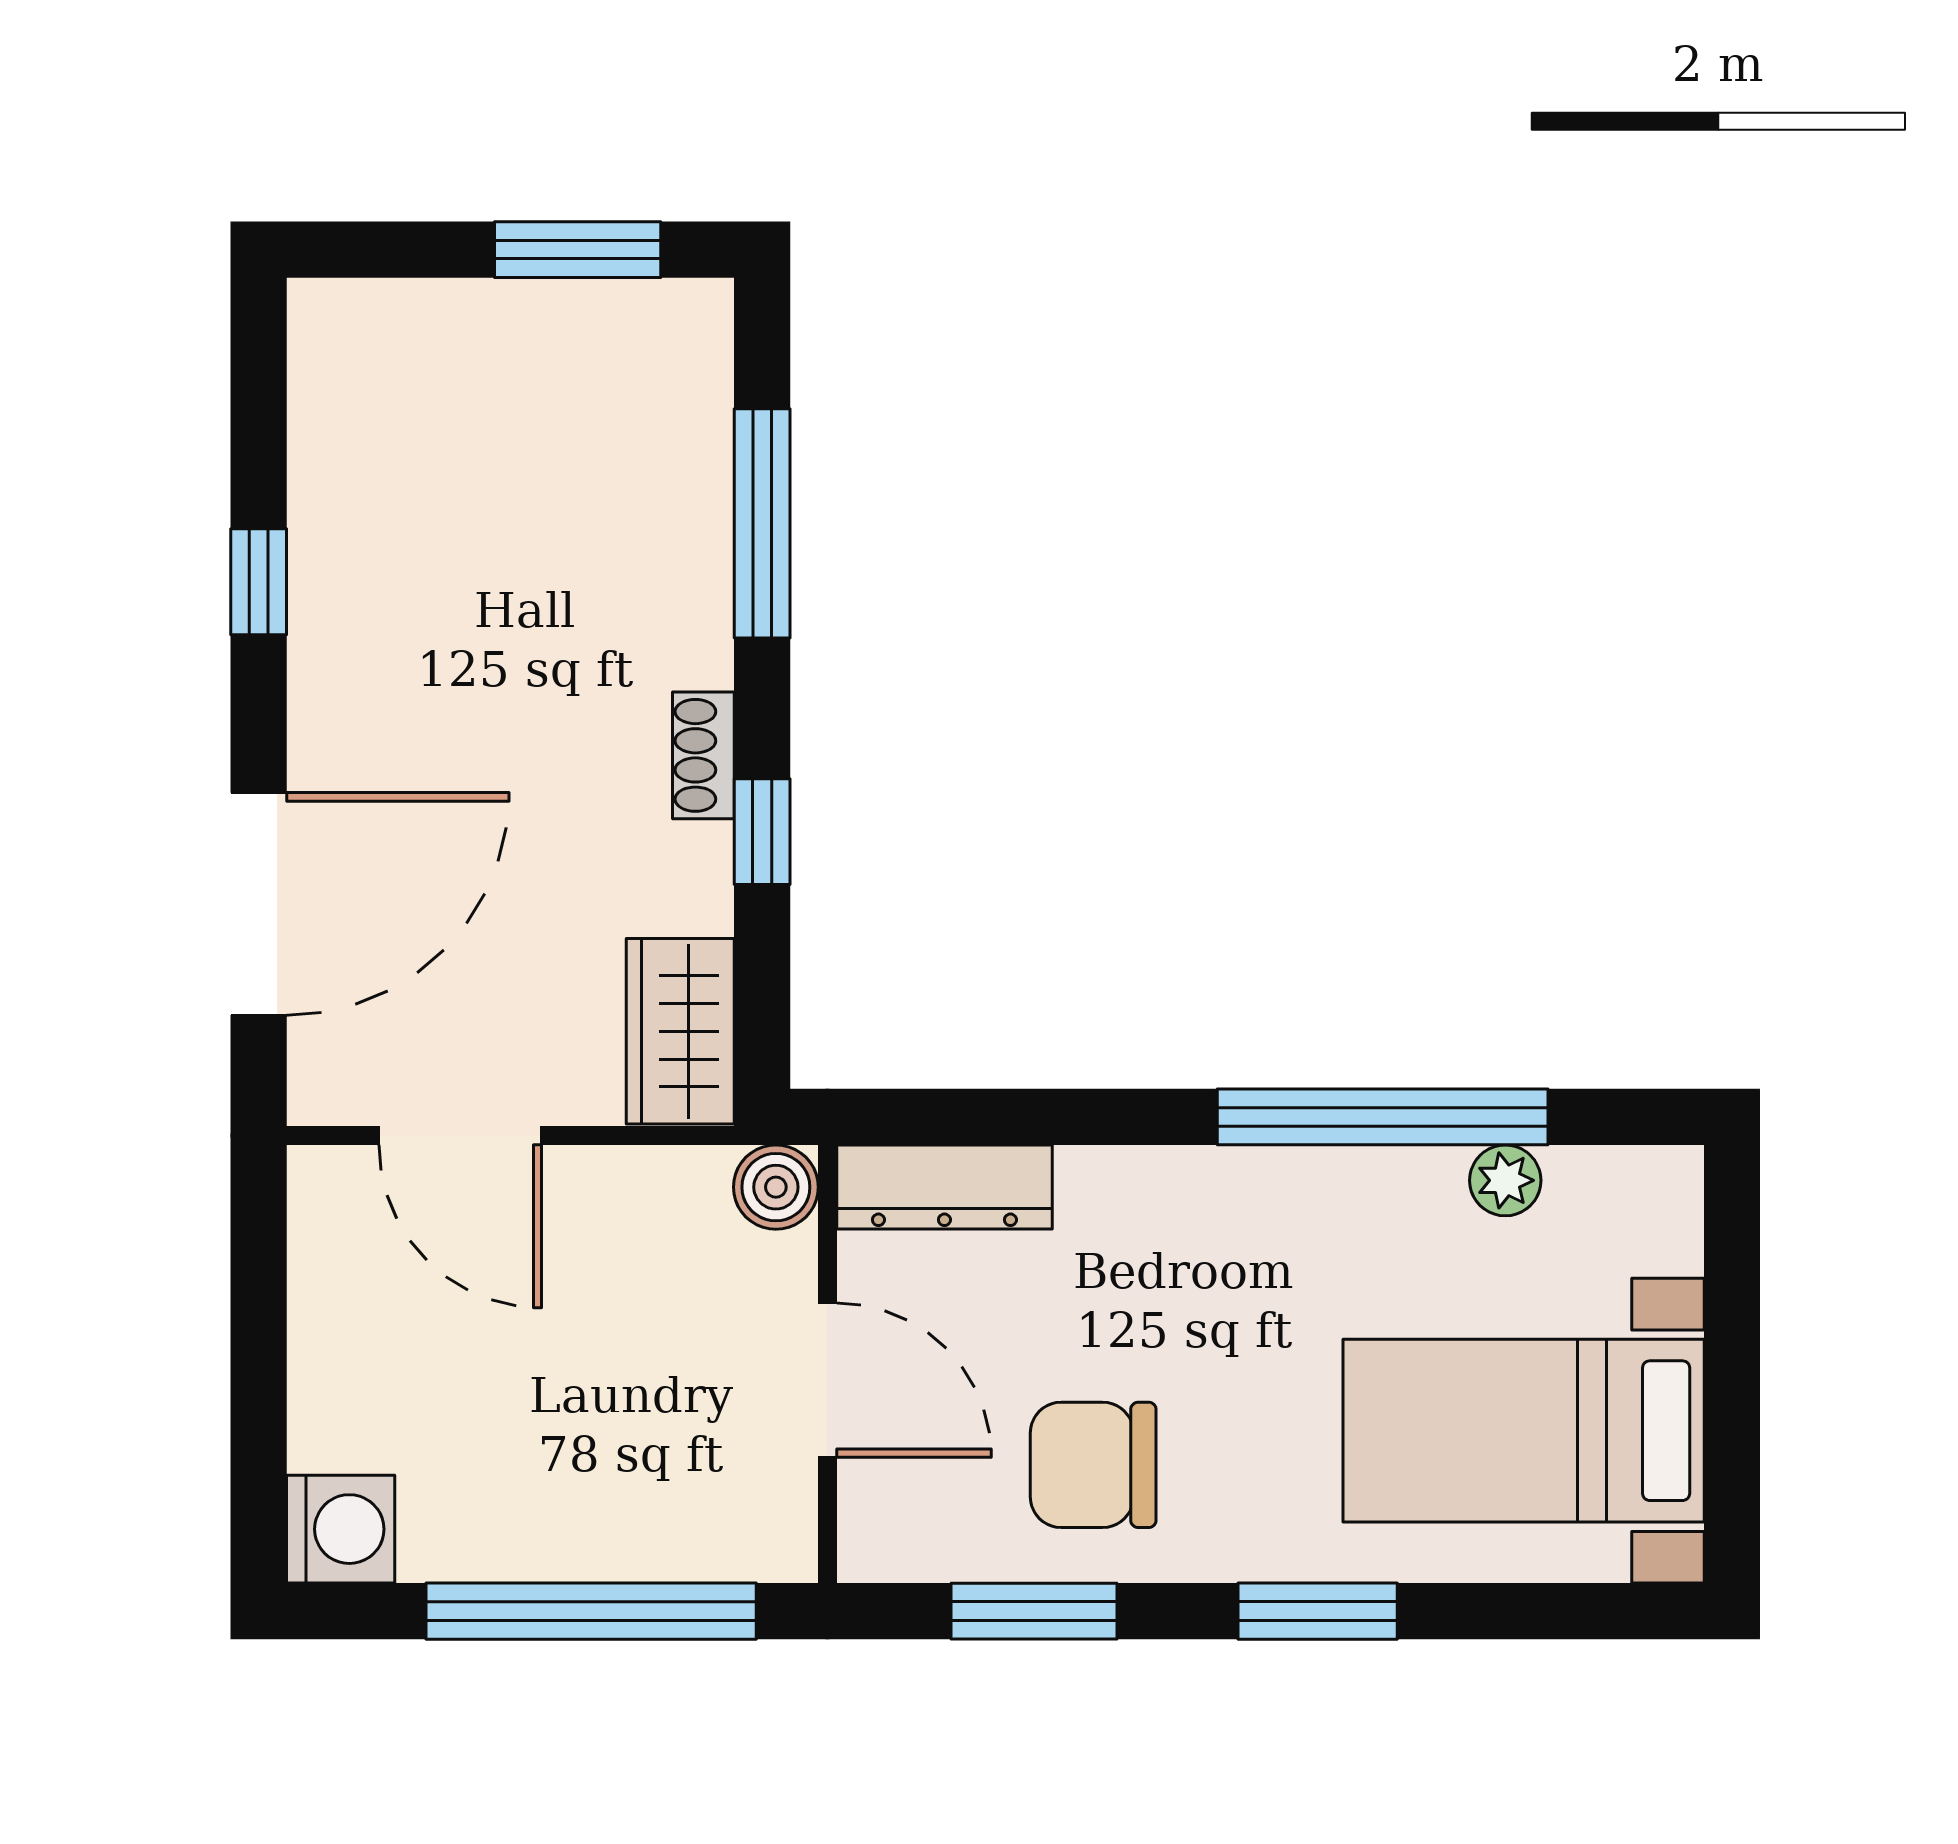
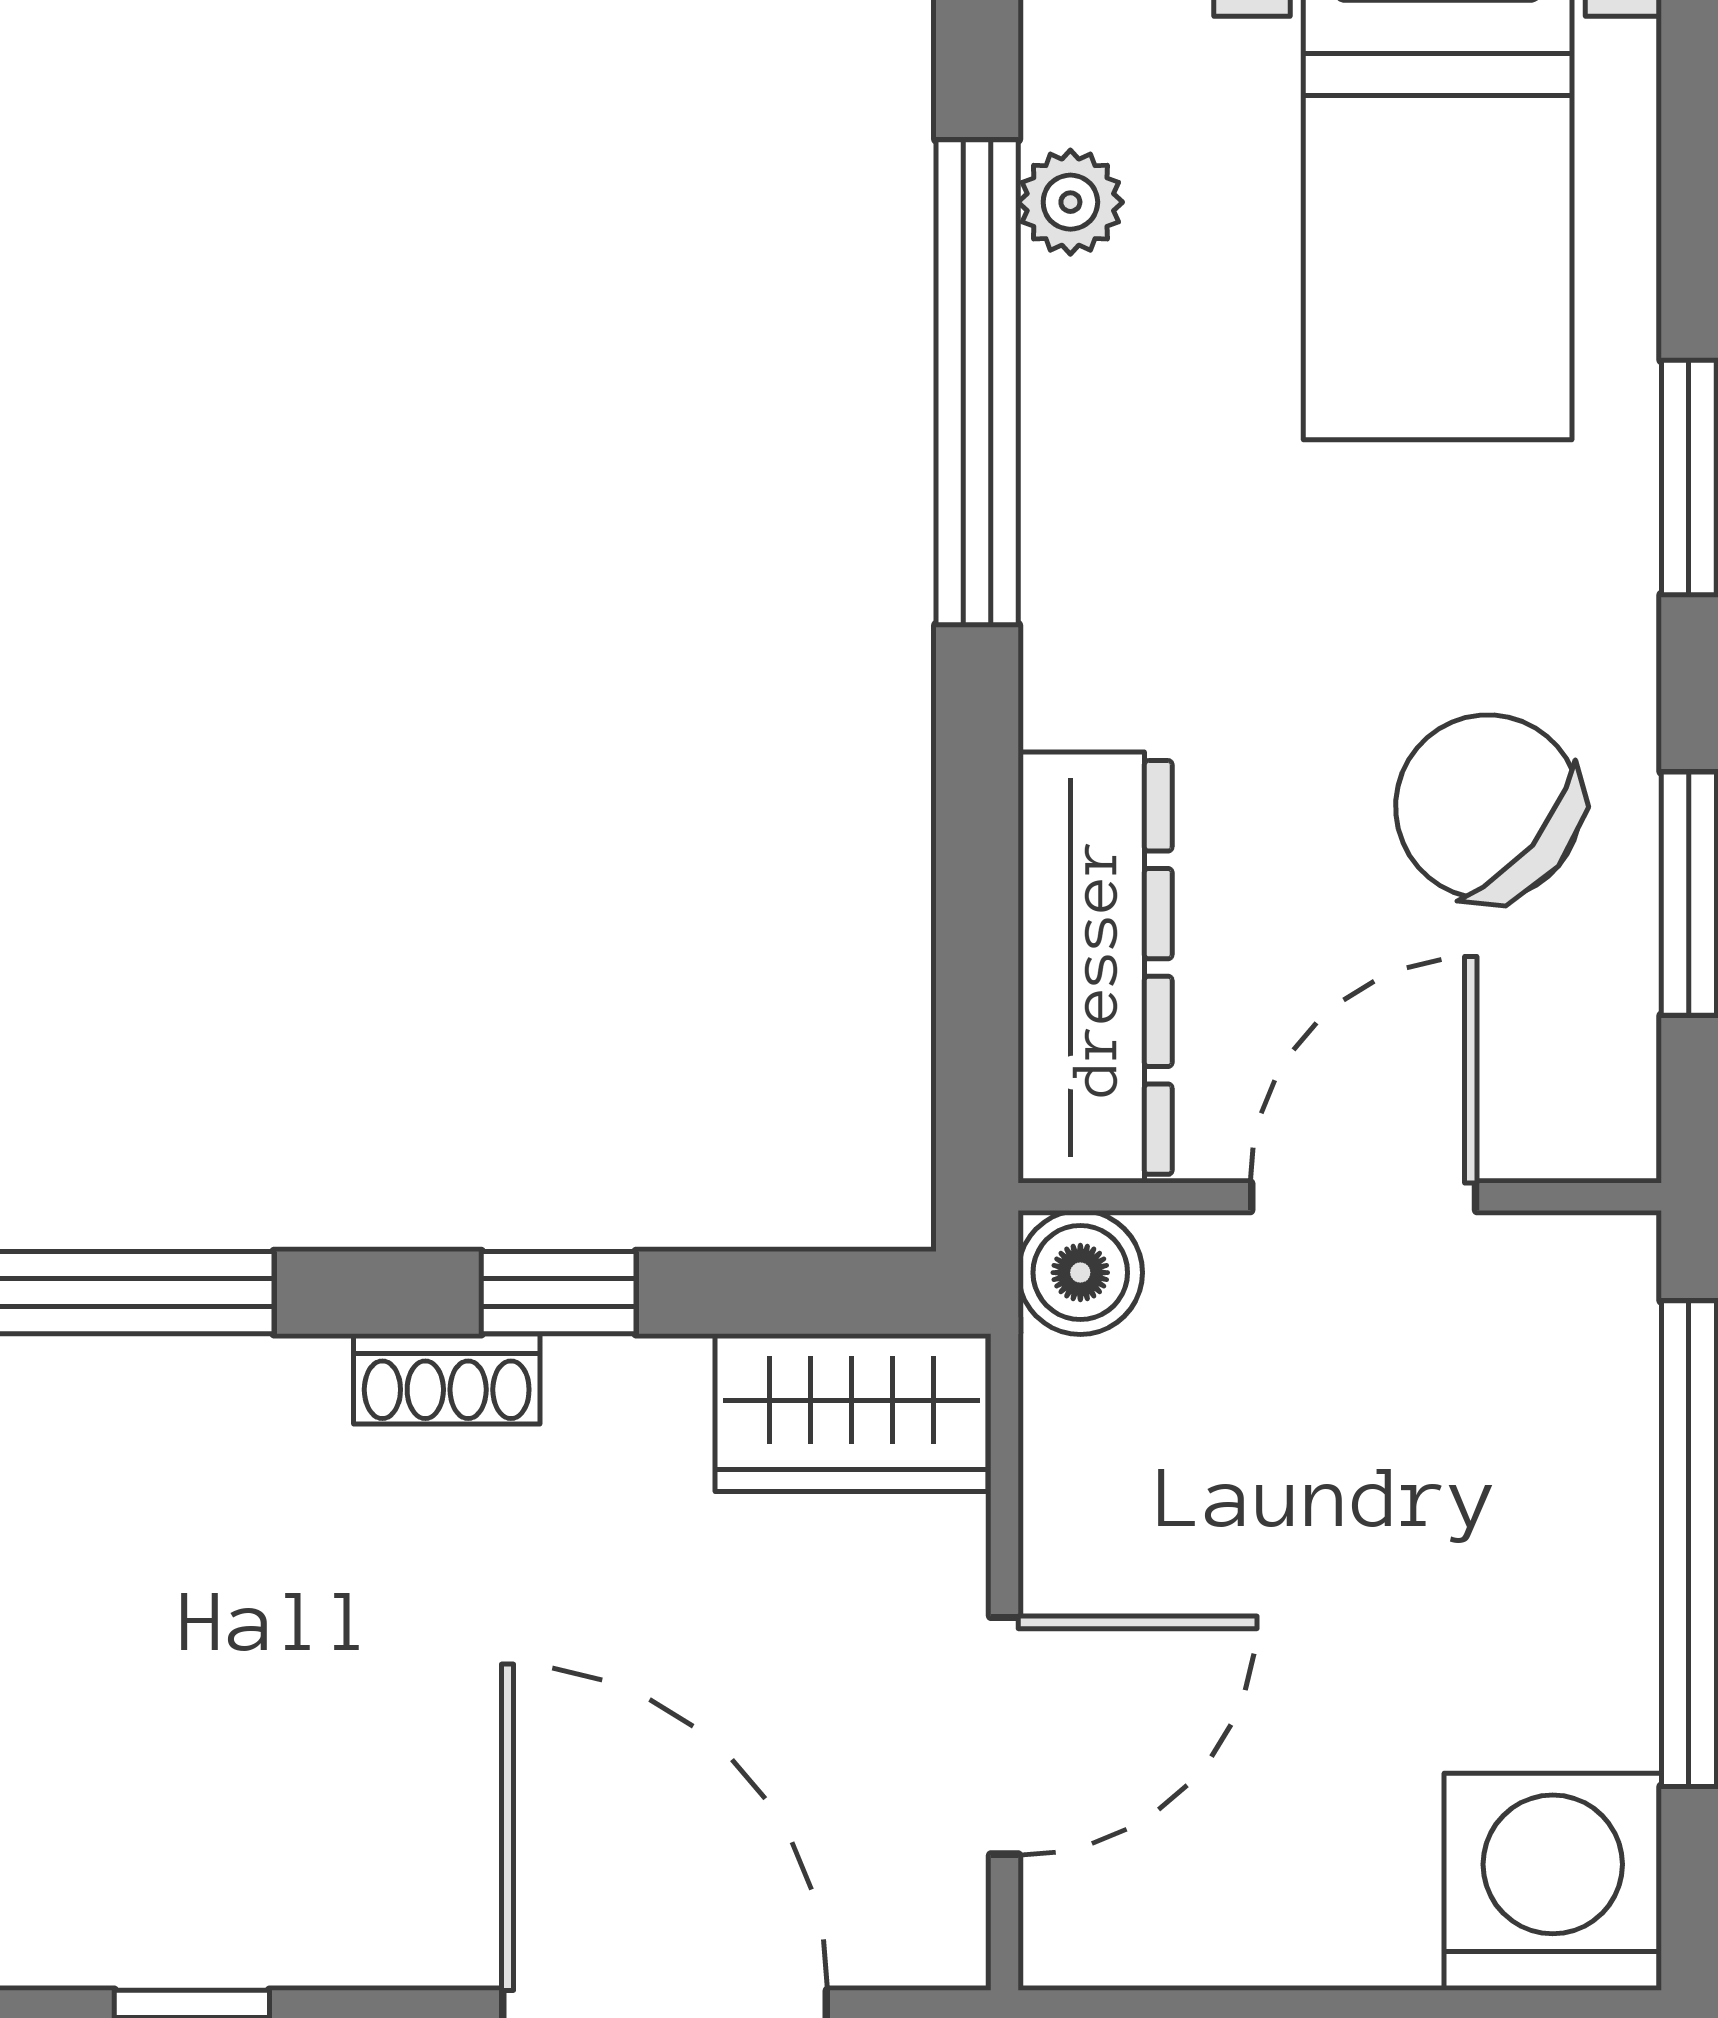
dresser: (944, 1187) -> (1095, 967), width x1.37, depth x1.24
chair: (1093, 1465) -> (1488, 807), turned 130
washing machine: (341, 1529) -> (1553, 1882), width x1.37, depth x1.37

